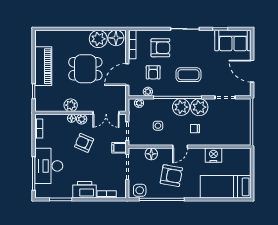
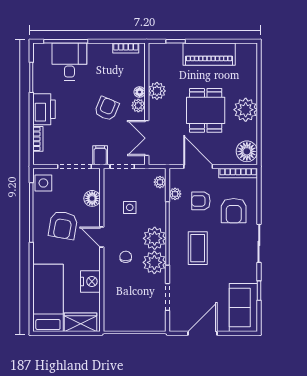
plant: (98, 39) -> (246, 110), moved
wardrobe: (244, 162) -> (81, 322), added
desk: (49, 166) -> (69, 62), width x0.73

